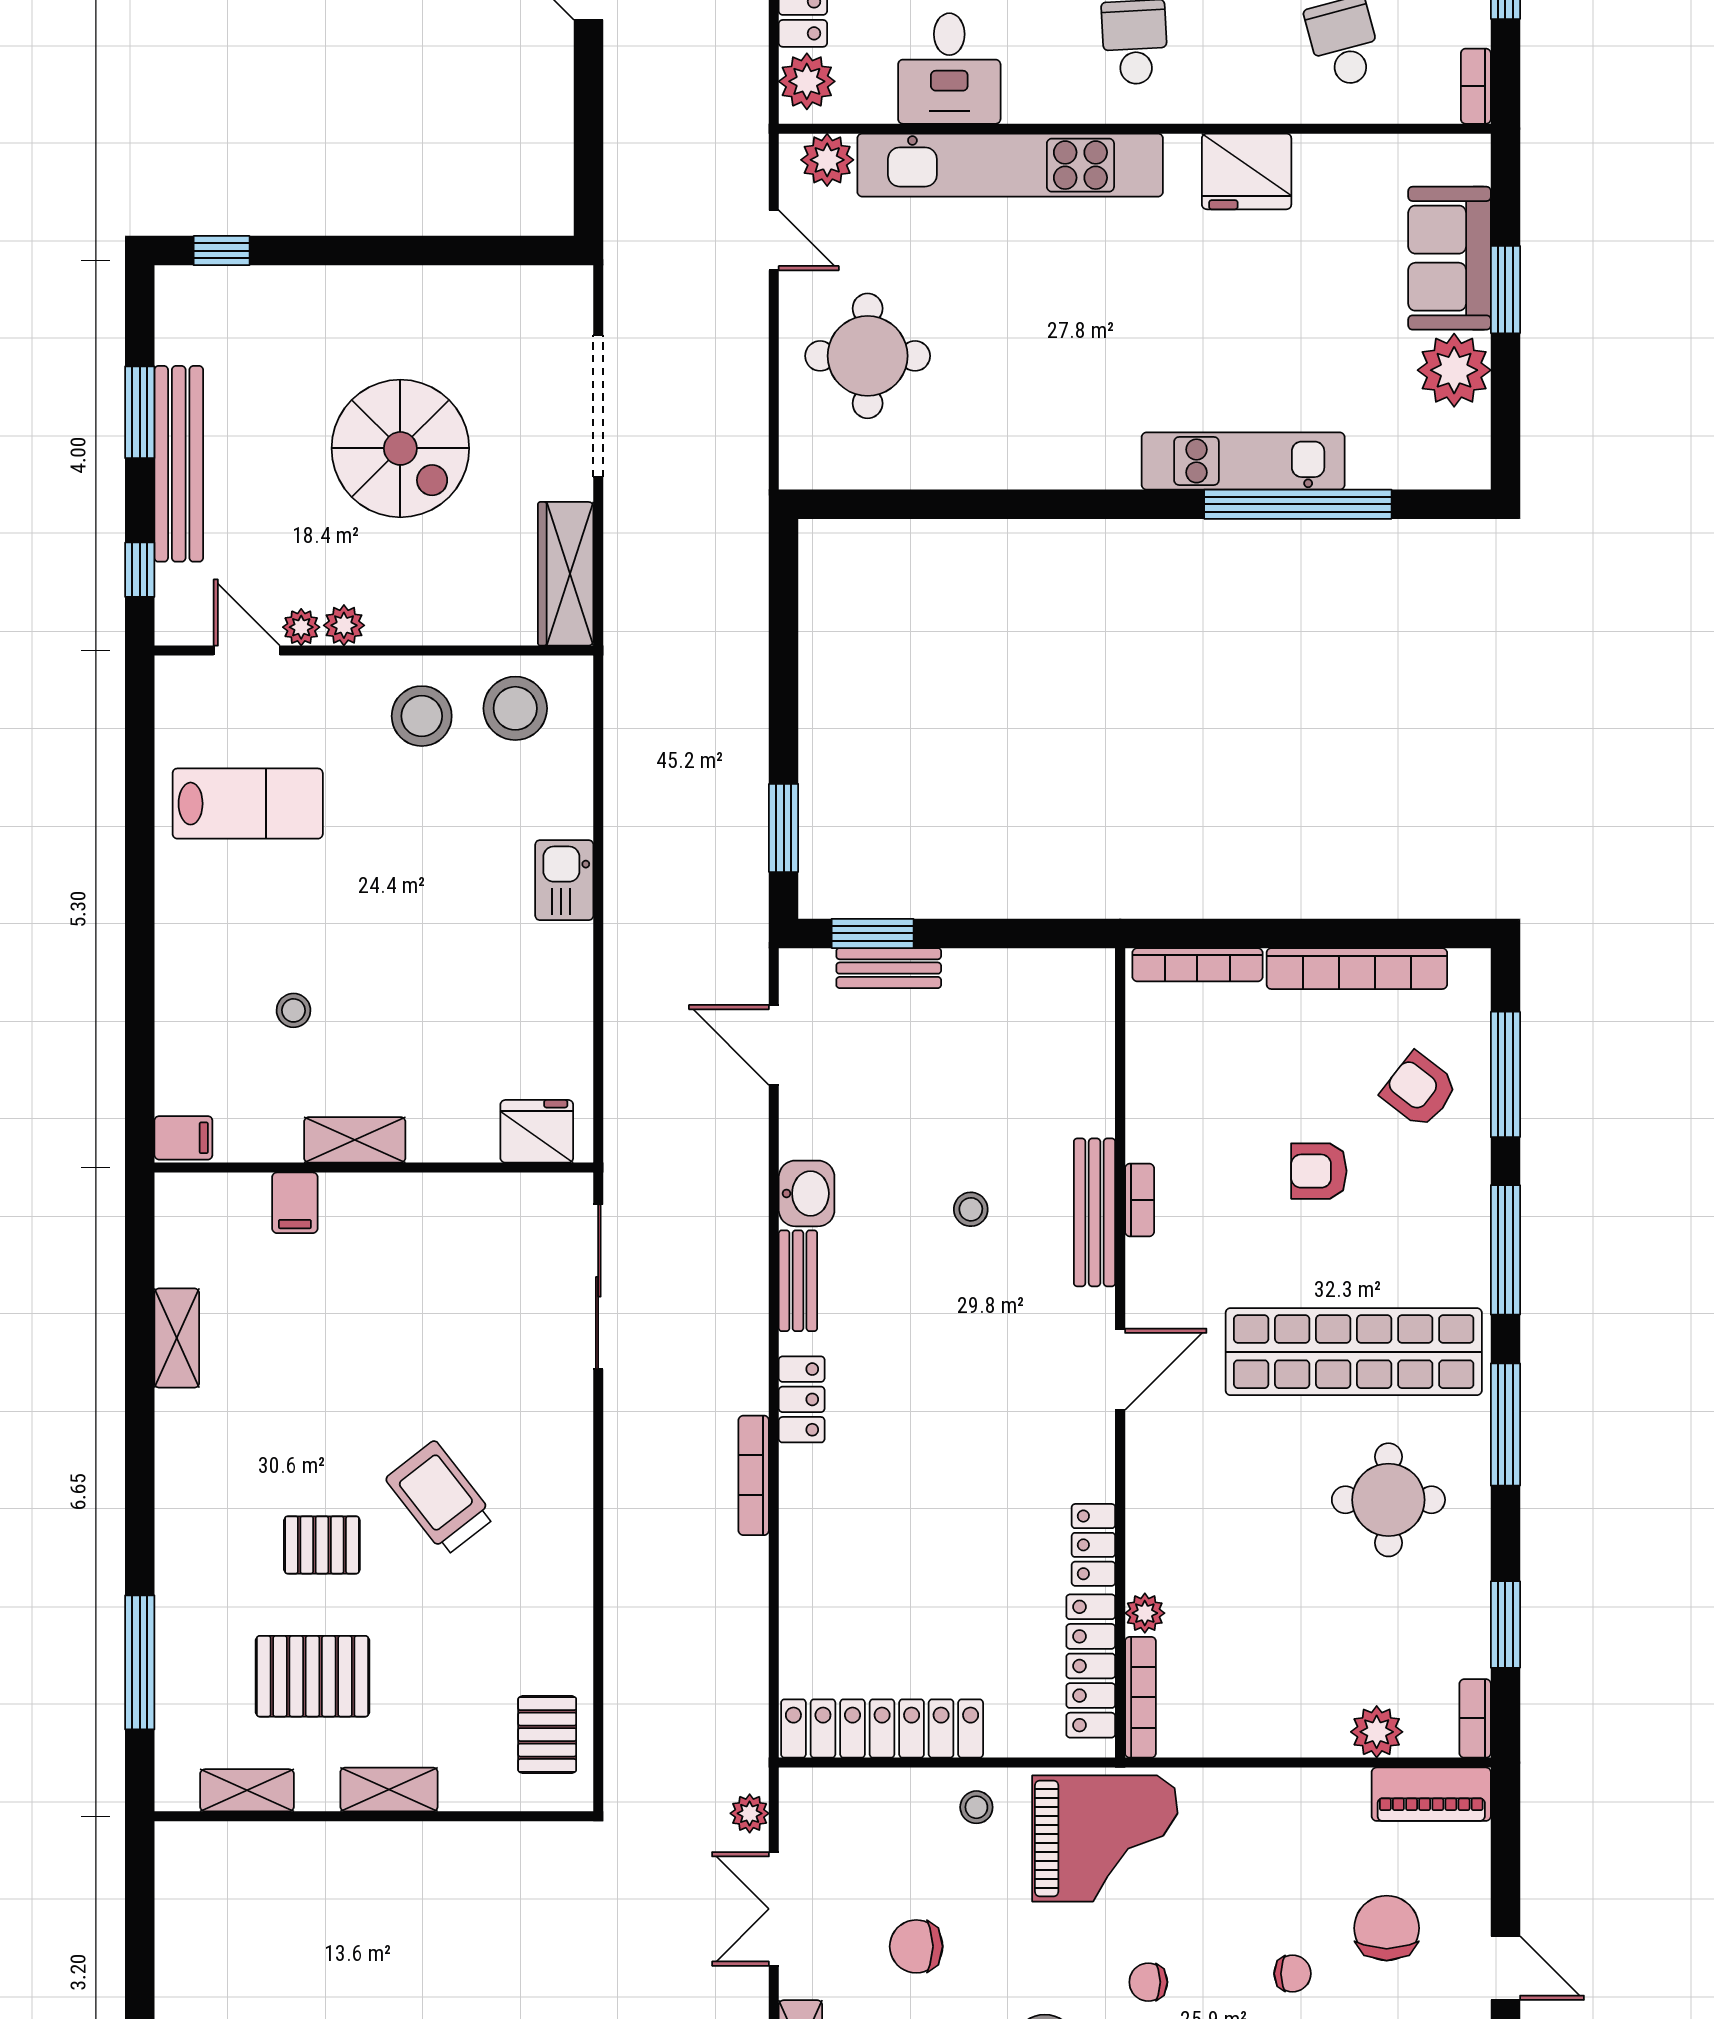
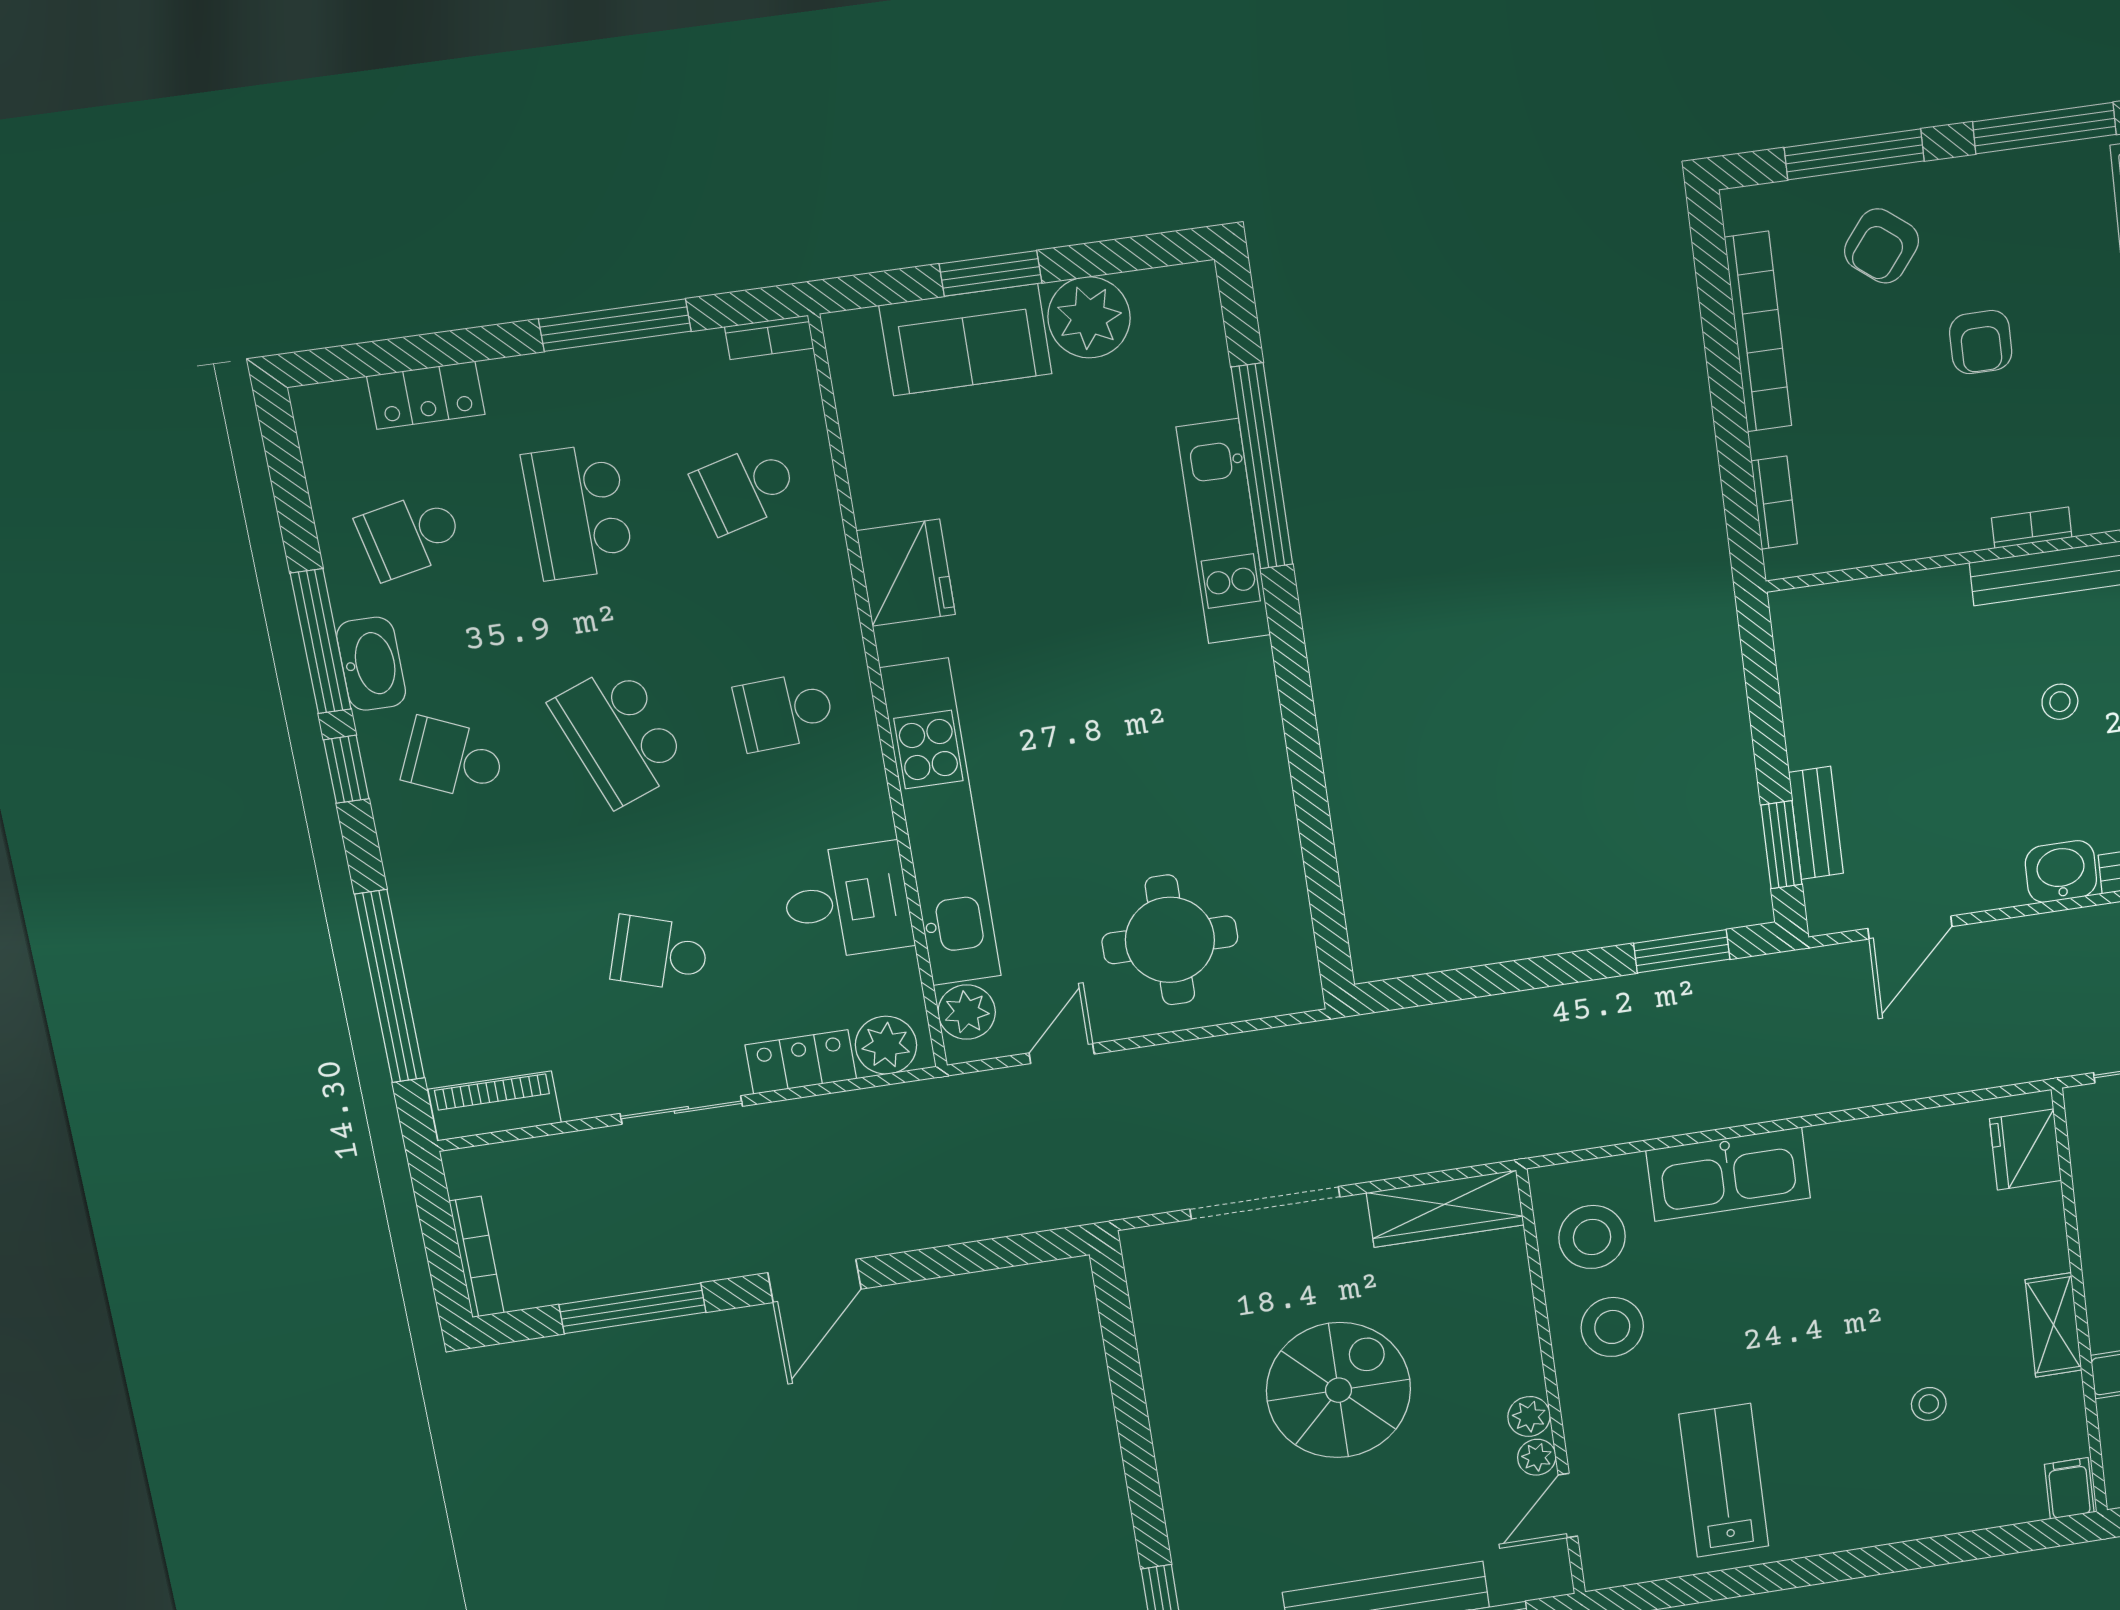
kitchen sink: (564, 880) -> (1728, 1174), width x1.88, depth x1.24
bookcase: (1197, 965) -> (1774, 502), width x0.64

